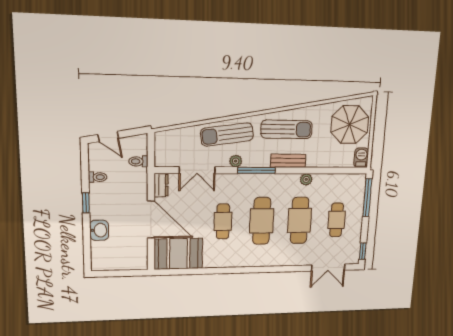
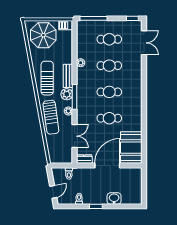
plant: (261, 159) -> (67, 94), added
cafe table: (300, 220) -> (109, 66), width x0.73, depth x0.74
cafe table: (262, 221) -> (109, 92), width x0.73, depth x0.74

